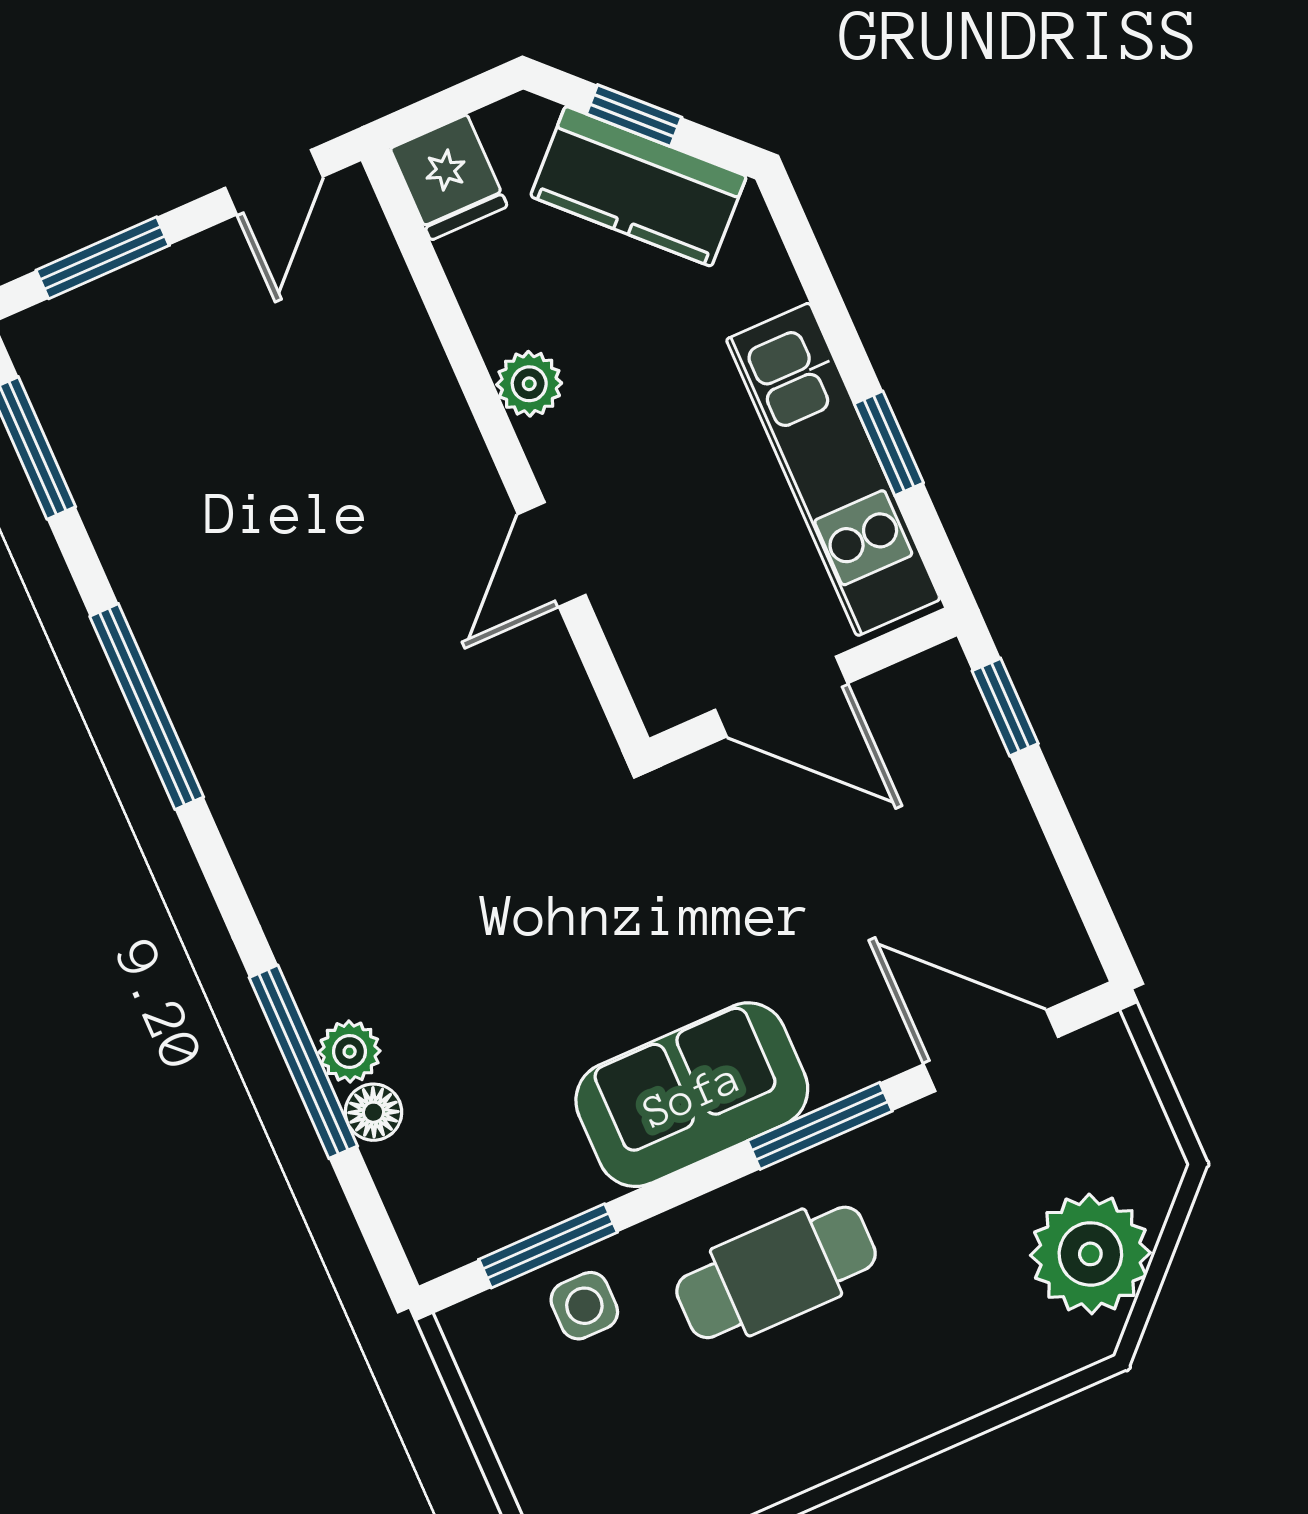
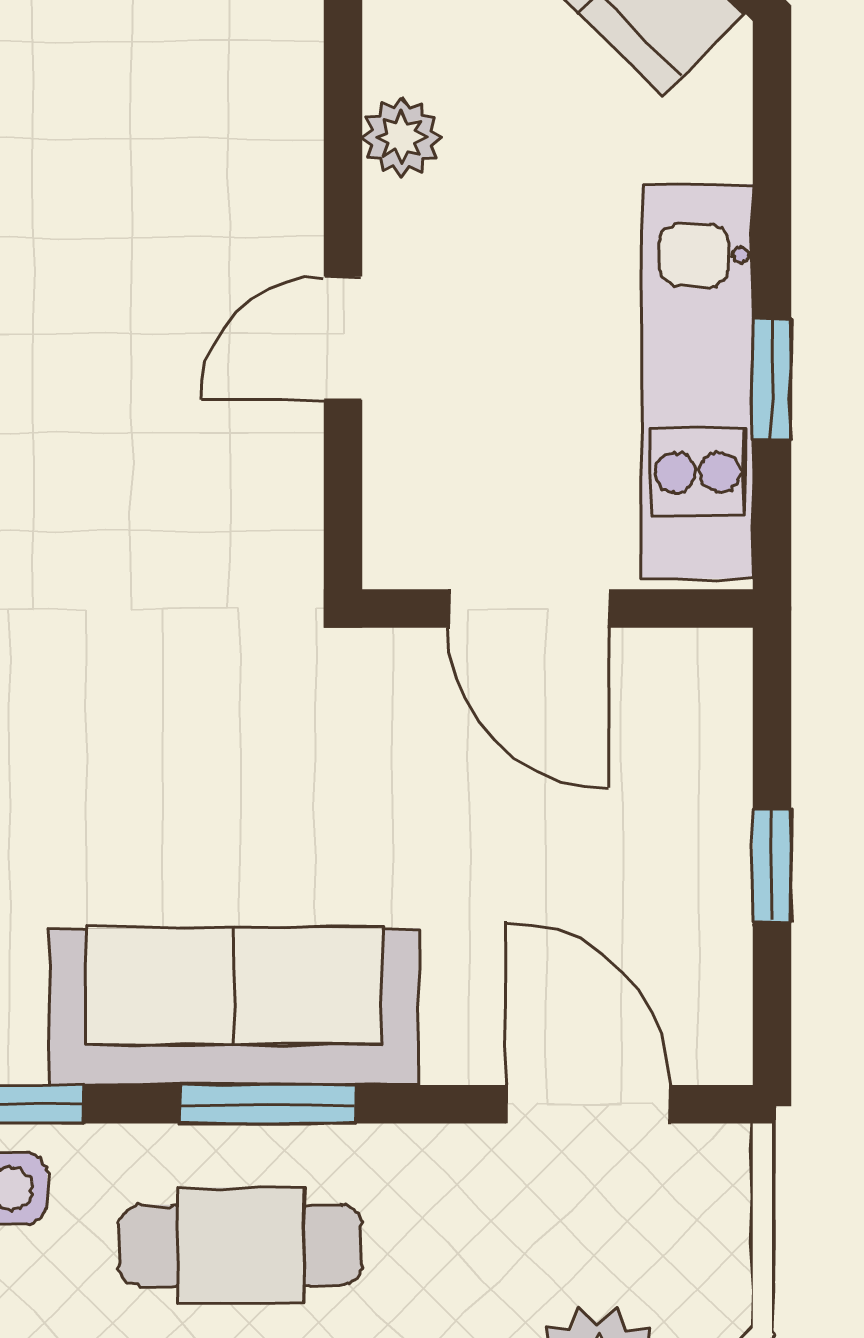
window: (1005, 707) -> (772, 865), moved
sofa: (692, 1095) -> (234, 1007), width x1.36
window: (820, 1126) -> (268, 1104), moved

